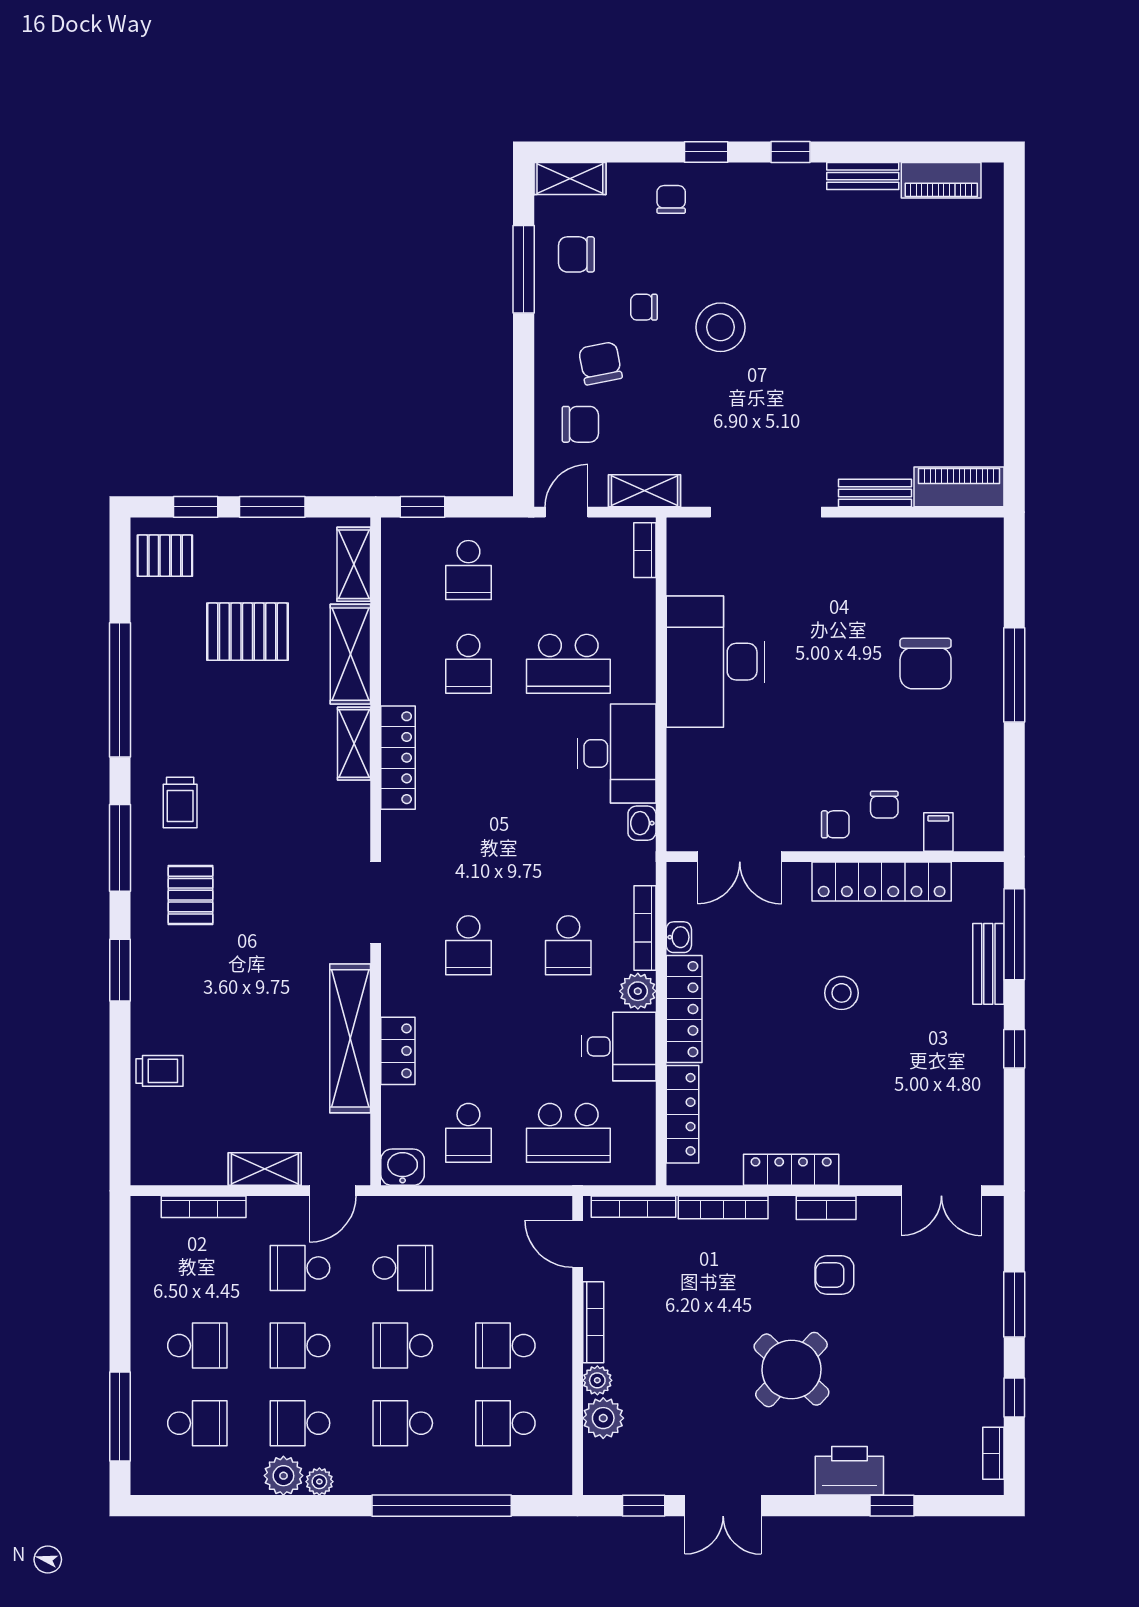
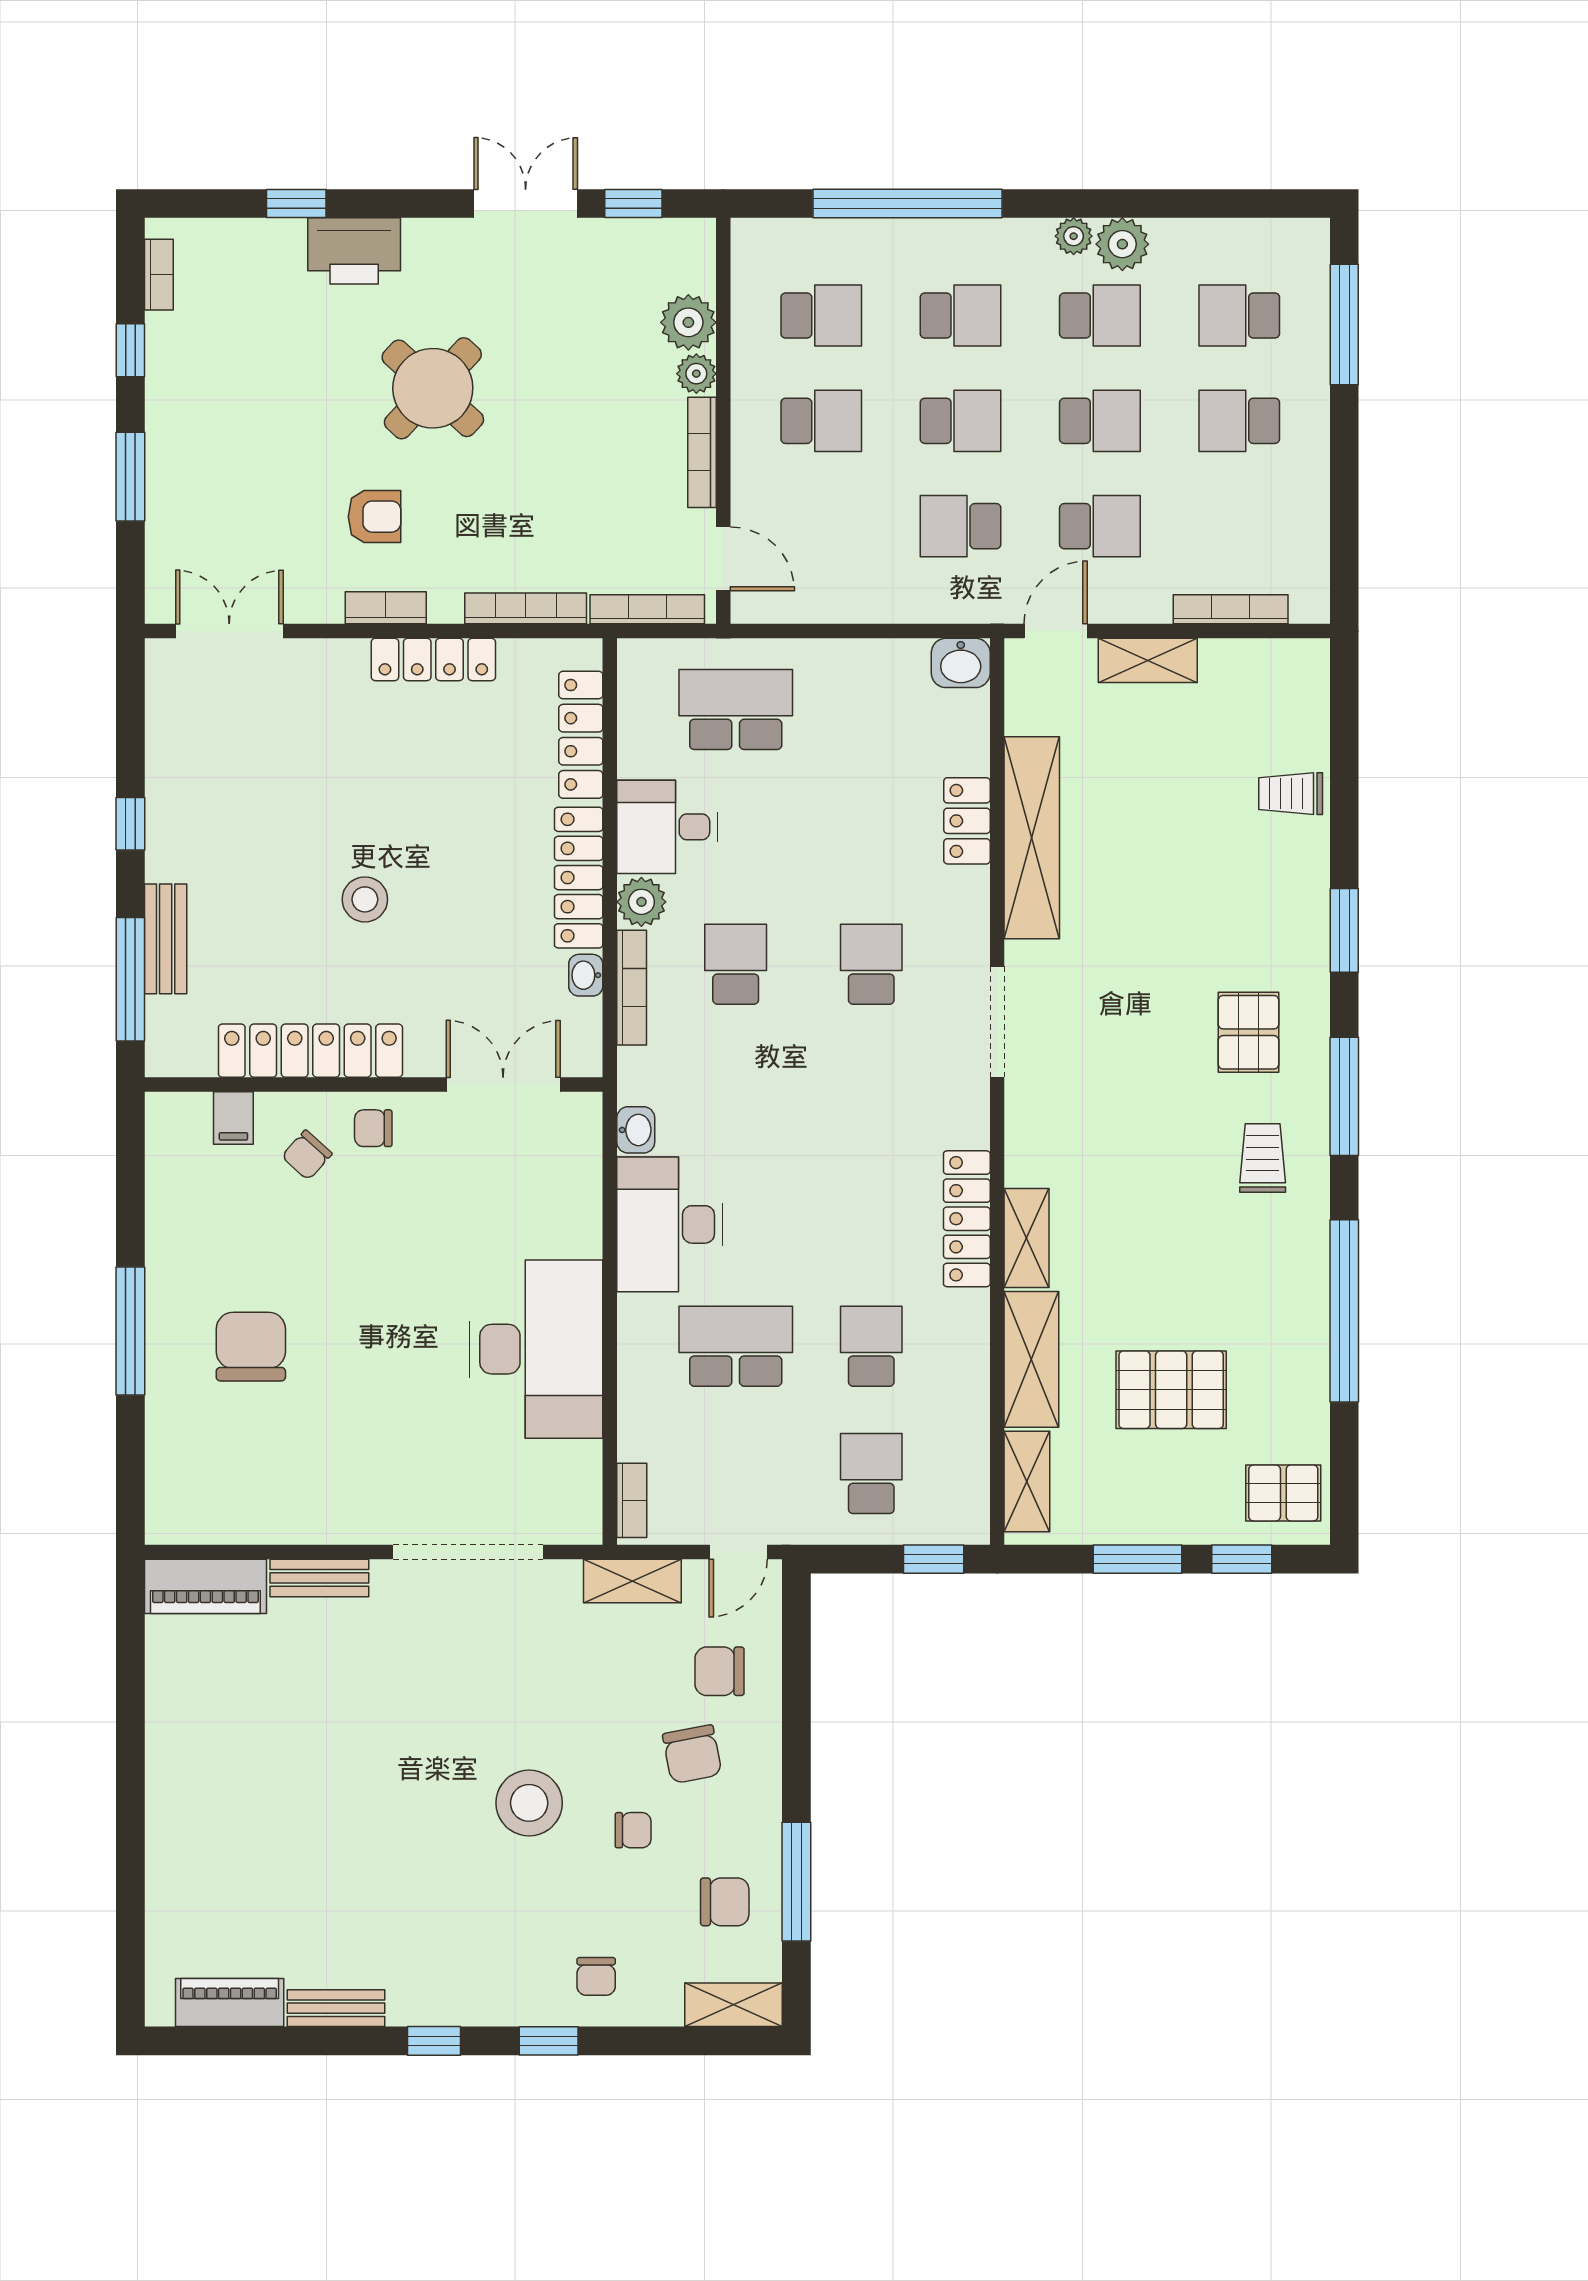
chair: (884, 805) -> (307, 1155), turned -138
school desk: (468, 1133) -> (871, 710), removed

